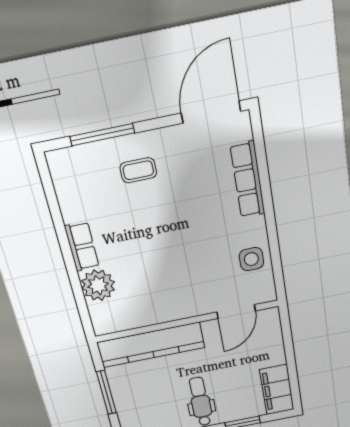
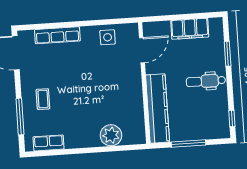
row of seats: (82, 247) -> (49, 143), moved
door: (236, 311) -> (142, 50), hinge flipped
filing cabinet: (277, 390) -> (190, 29), moved

